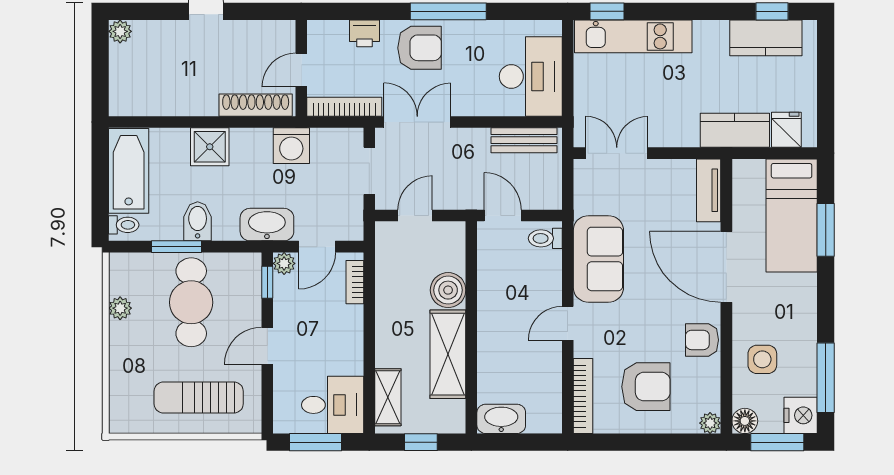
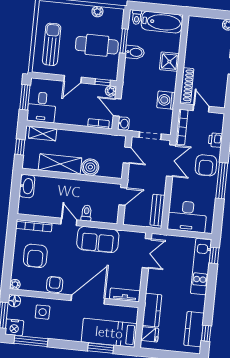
washbasin: (267, 225) -> (124, 124), moved, width x0.52, depth x0.69
toilet: (545, 238) -> (86, 213), moved
door: (267, 346) -> (73, 79), swing flipped

